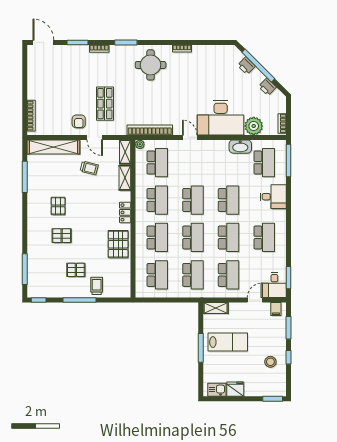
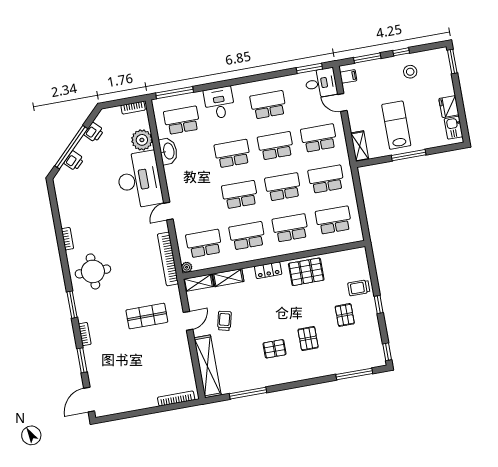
armchair: (79, 121) -> (173, 343), removed
window: (80, 300) -> (379, 305), width x0.46

